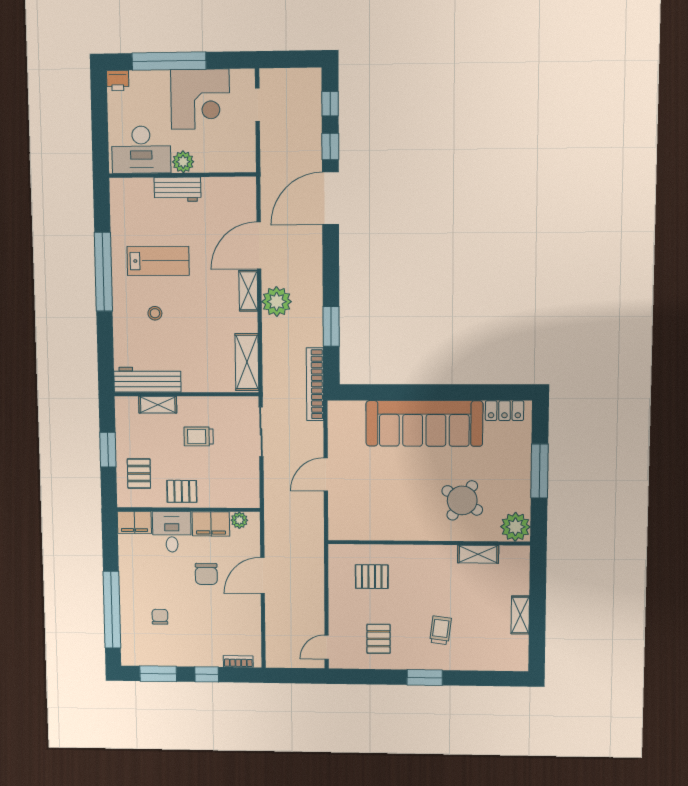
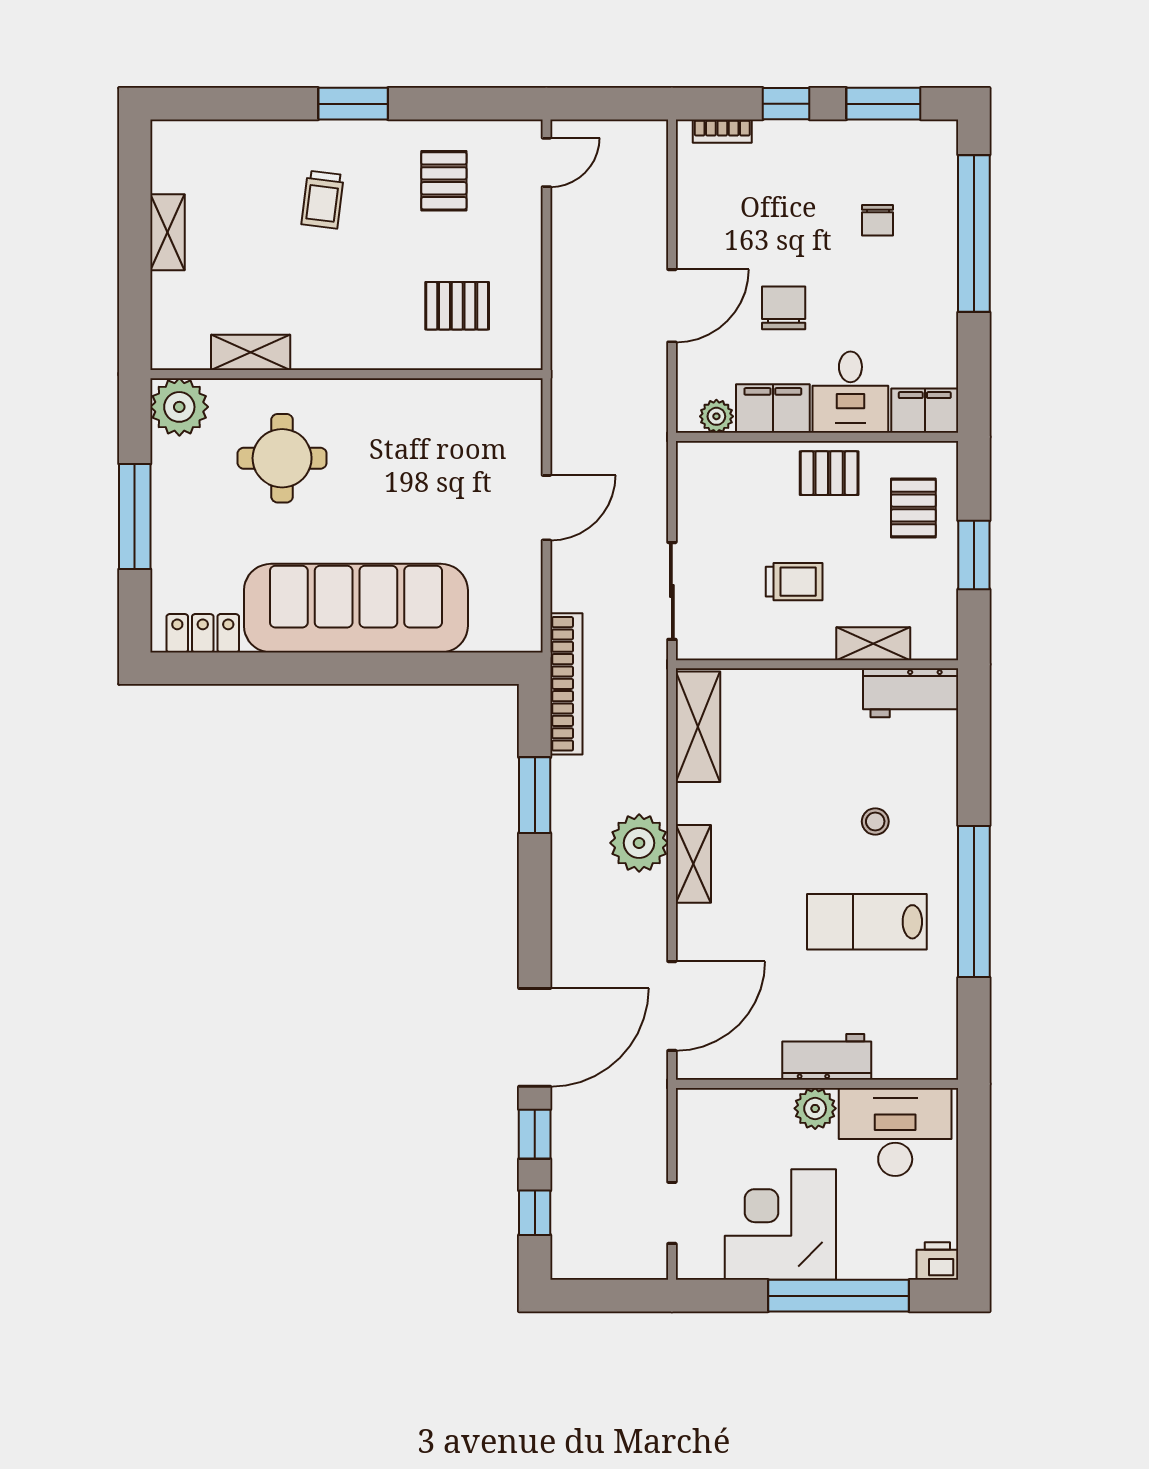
door: (259, 246) -> (672, 1006), moved
workbench: (147, 380) -> (911, 693), width x0.73
round table: (462, 500) -> (282, 458), turned -33

